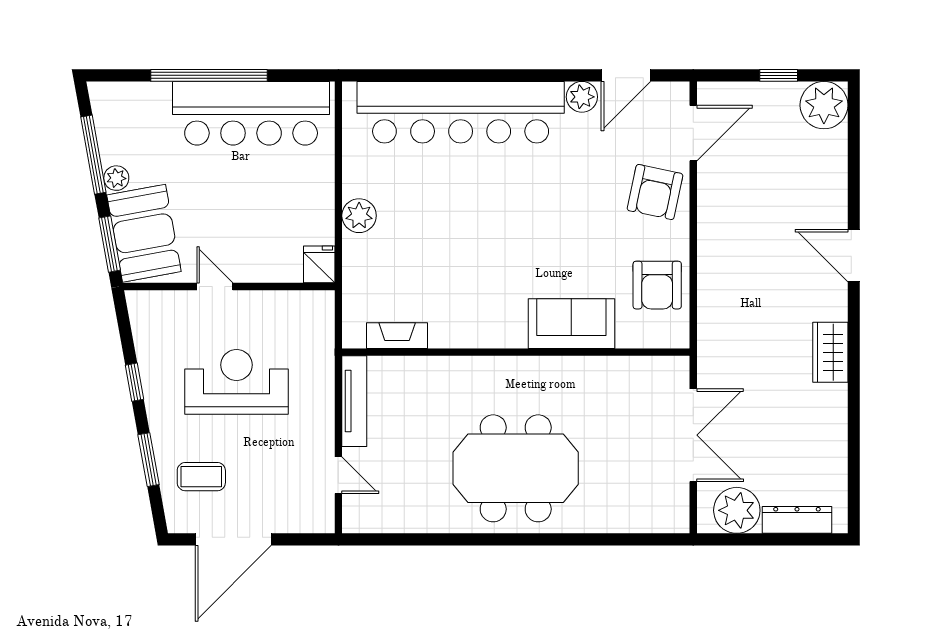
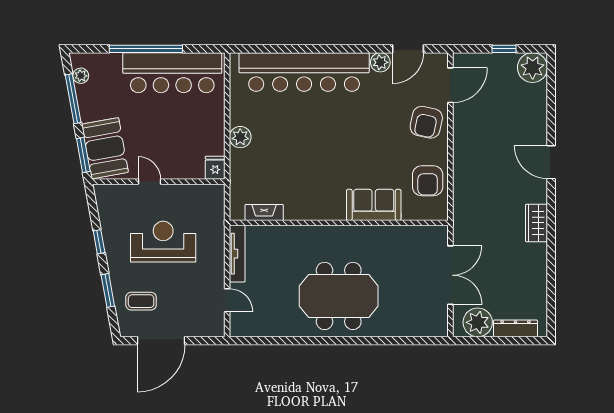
plant: (116, 178) -> (81, 76), moved

